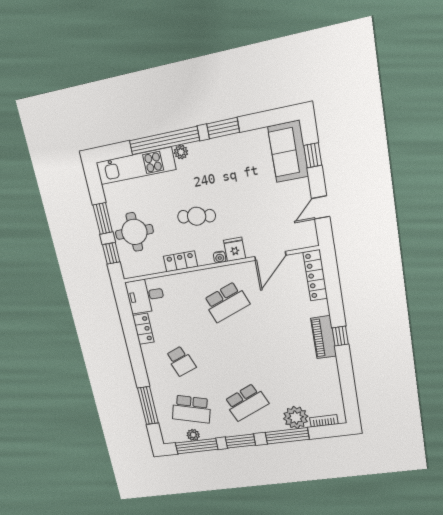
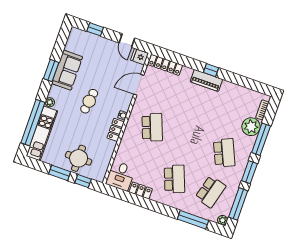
window: (164, 141) -> (33, 123), moved
sofa: (288, 152) -> (67, 70), moved, turned -90
cafe table: (197, 216) -> (89, 101), moved
fridge: (235, 249) -> (139, 57), moved
door: (270, 256) -> (139, 85), swing flipped
locker: (180, 261) -> (116, 130), moved
school desk: (181, 361) -> (174, 179), width x1.85
plant: (193, 435) -> (223, 220), moved

